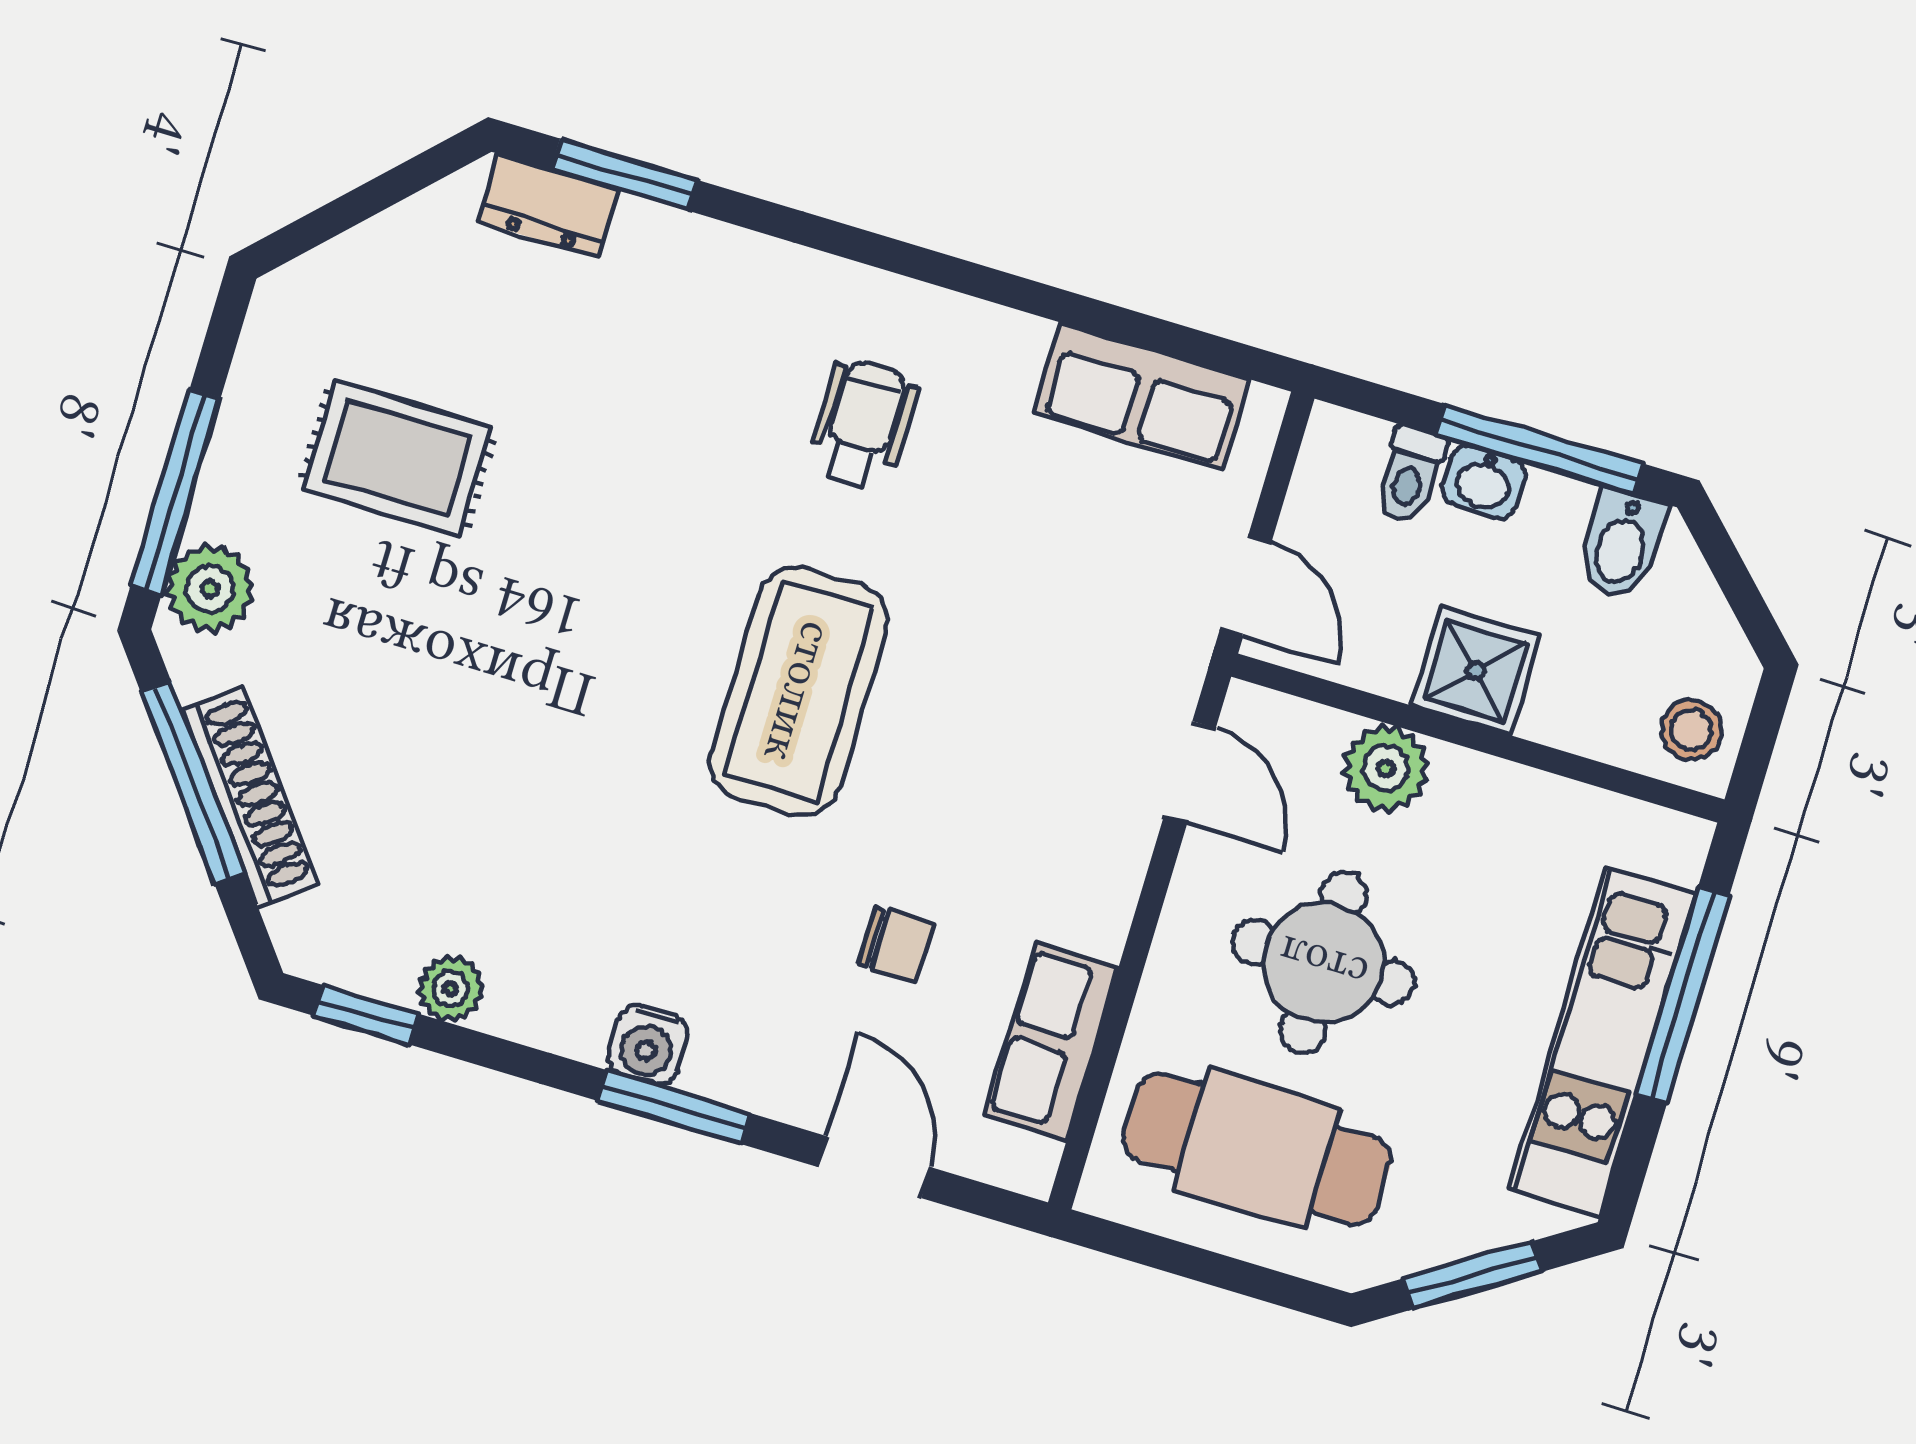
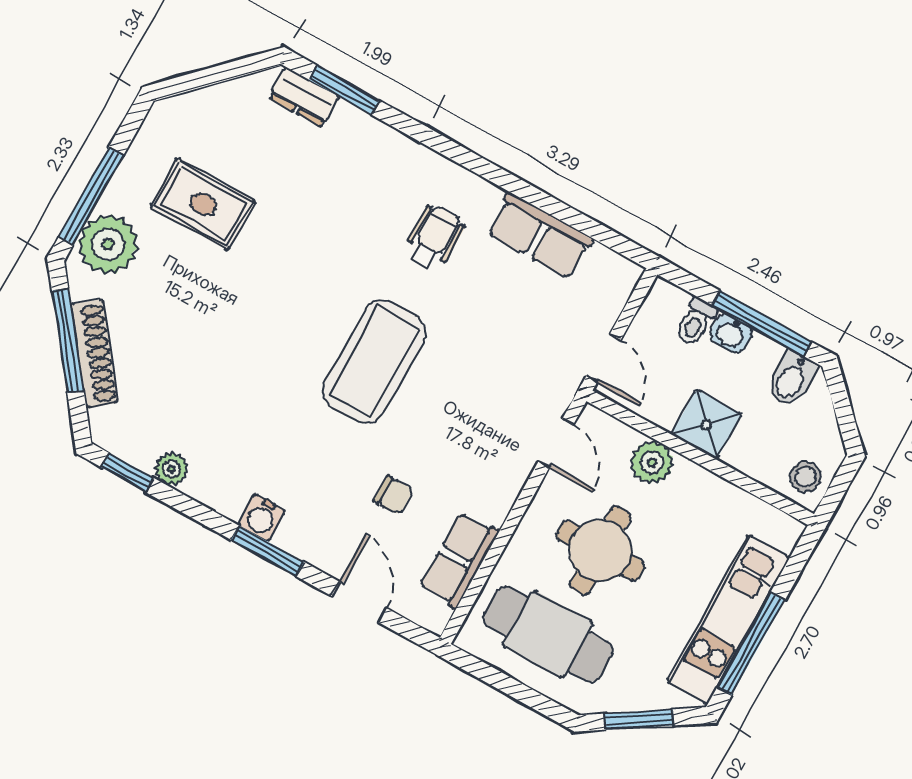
row of seats: (1142, 396) -> (540, 236), moved
plant: (210, 589) -> (108, 244), width x1.36, depth x1.36
window: (1683, 995) -> (751, 644), moved

